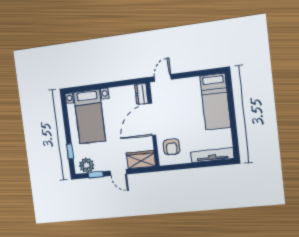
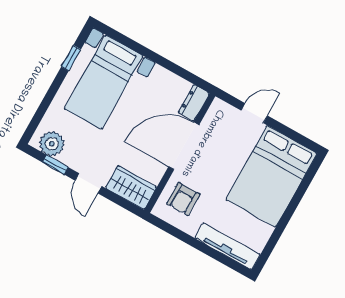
door: (163, 78) -> (254, 113), moved
bed: (215, 102) -> (271, 176), width x1.50
window: (70, 151) -> (71, 58), moved

